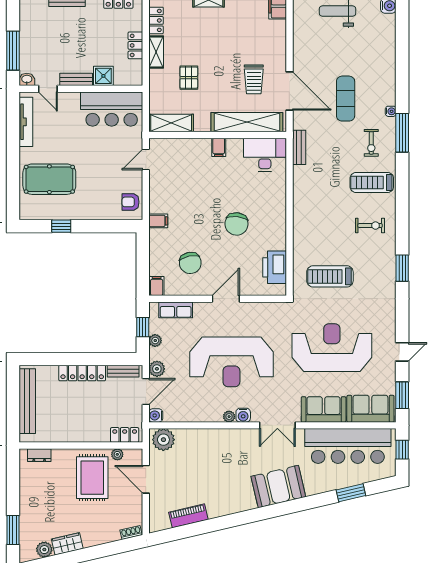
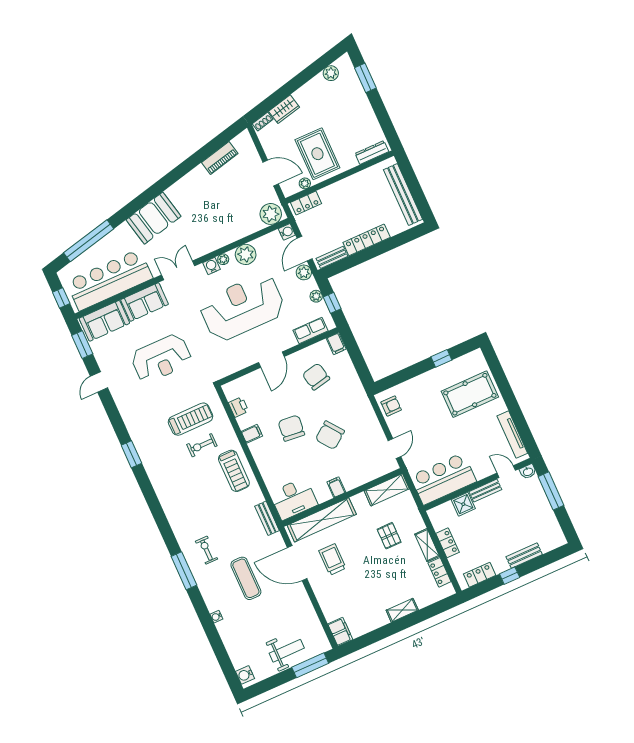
water cooler: (391, 111) -> (216, 617), moved
treadmill: (372, 182) -> (234, 471), moved, turned 90
chair: (202, 200) -> (330, 435), added
filing cabinet: (158, 221) -> (252, 434), moved, turned 180
exercise bike: (370, 226) -> (202, 445), moved
printer: (275, 267) -> (238, 407), width x0.53, depth x0.68
reception desk: (332, 348) -> (161, 358), width x0.74, depth x0.77
plant: (205, 411) -> (246, 254), added
dresser: (39, 455) -> (372, 153), width x1.44
window: (351, 493) -> (89, 241), width x2.11
wardrobe: (67, 544) -> (284, 109), moved

